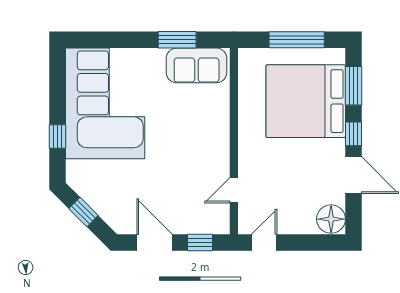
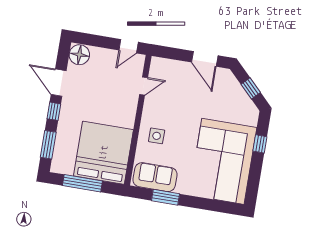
bed: (306, 101) -> (103, 153), moved, turned -90
side table: (204, 124) -> (157, 136), added
window: (200, 243) -> (173, 54), removed

